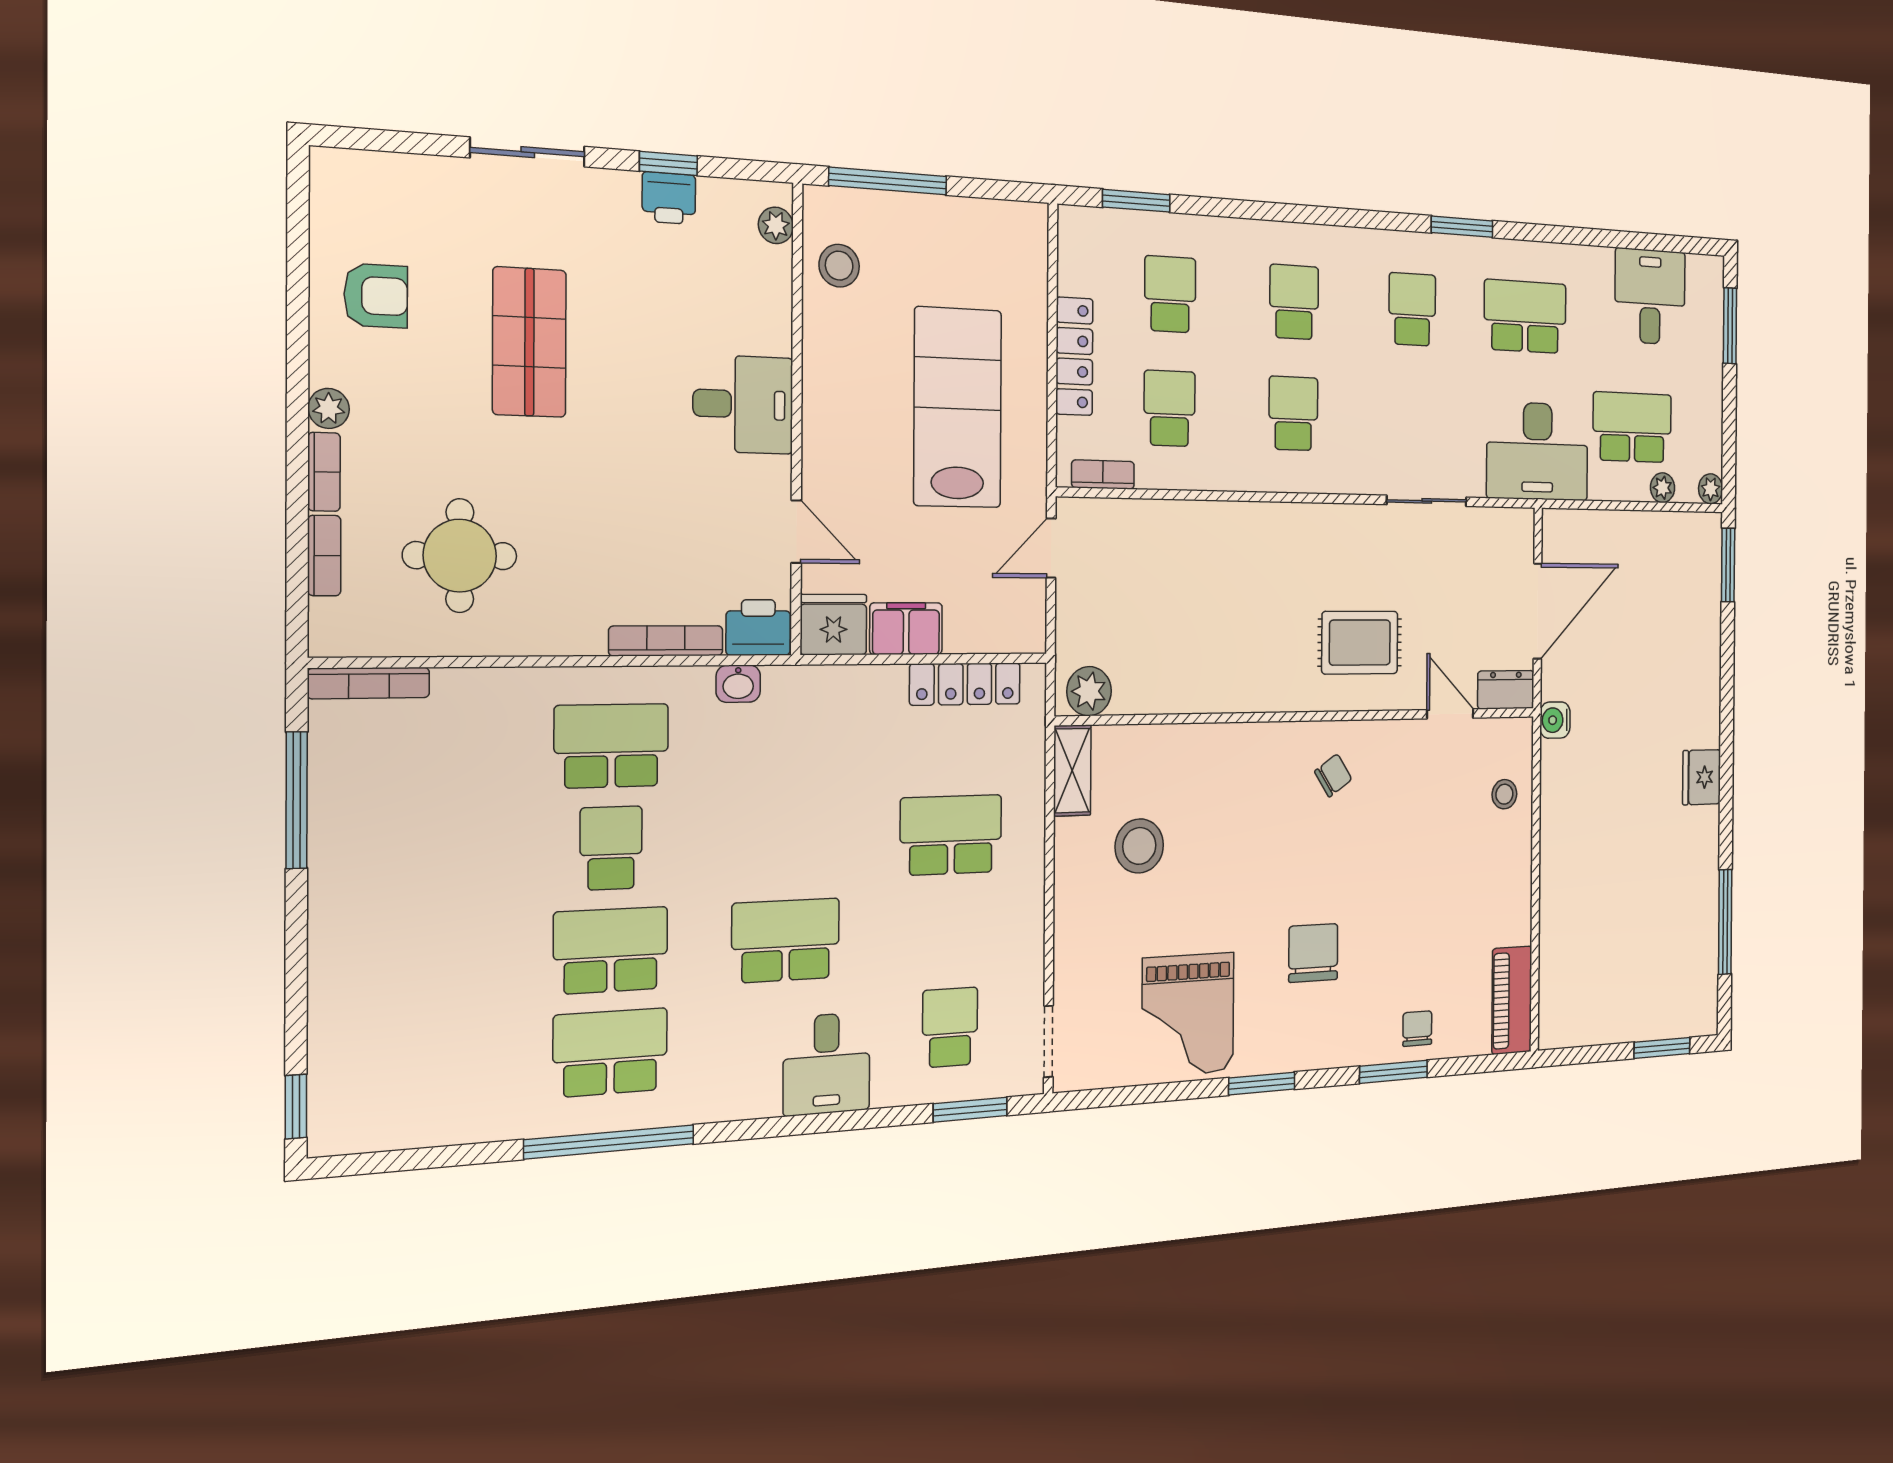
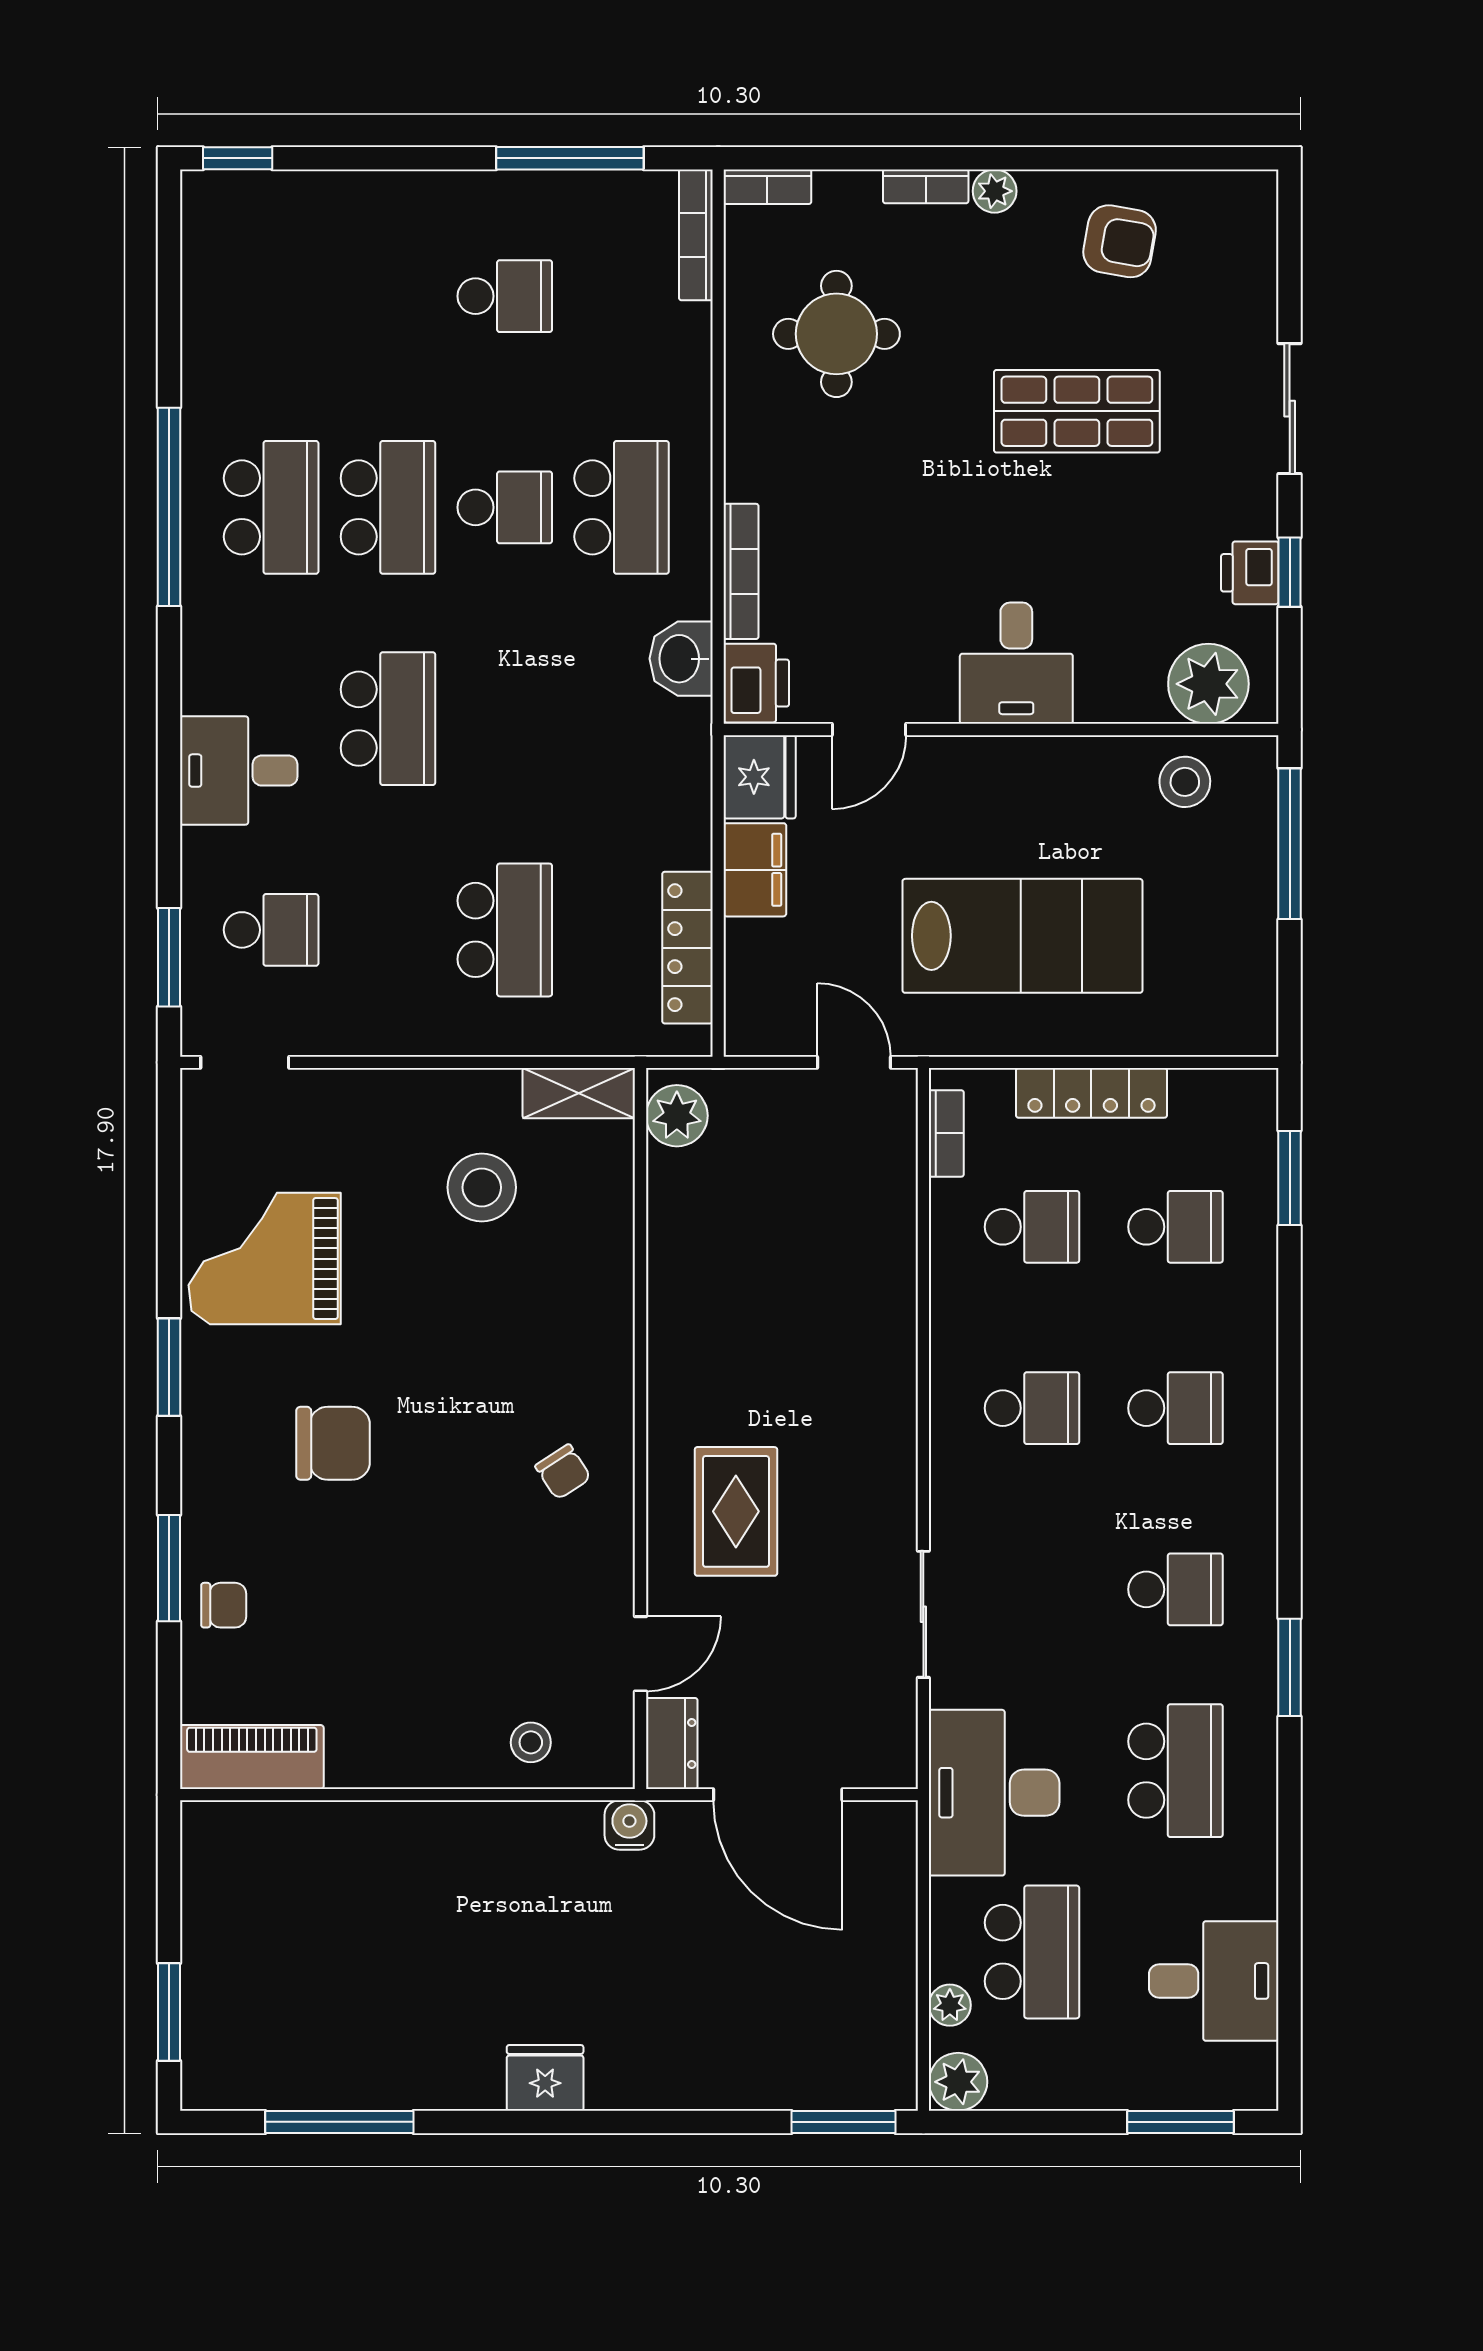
plant: (776, 225) -> (1208, 684), width x1.88, depth x1.88
armchair: (376, 296) -> (1120, 241), turned -80
plant: (1711, 489) -> (958, 2082), width x1.38, depth x1.38
bookcase: (324, 556) -> (767, 187), moved
washbasin: (738, 684) -> (681, 659), width x1.38, depth x1.45
school desk: (425, 855) -> (505, 296), added

